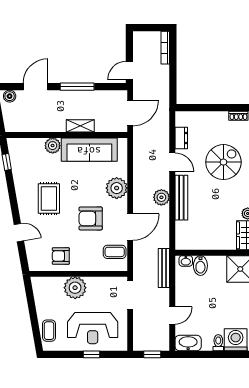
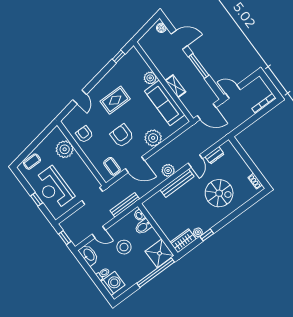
plant: (75, 288) -> (65, 149), moved
stool: (207, 301) -> (124, 247), added

